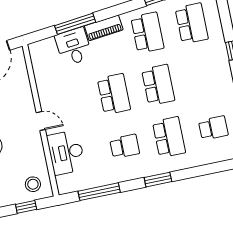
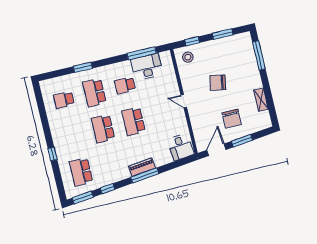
window: (75, 24) -> (145, 175), moved
school desk: (147, 33) -> (112, 165), removed
desk: (74, 47) -> (181, 147), moved
desk: (66, 152) -> (147, 67), moved, turned -90
window: (158, 180) -> (83, 67), moved

